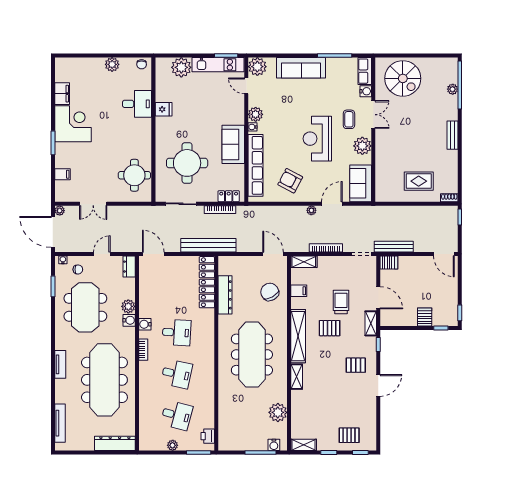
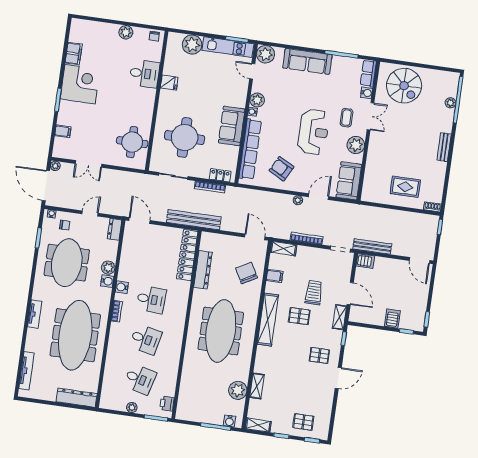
reception desk: (317, 139) -> (313, 132), turned 180
shelving: (297, 377) -> (257, 386), moved

